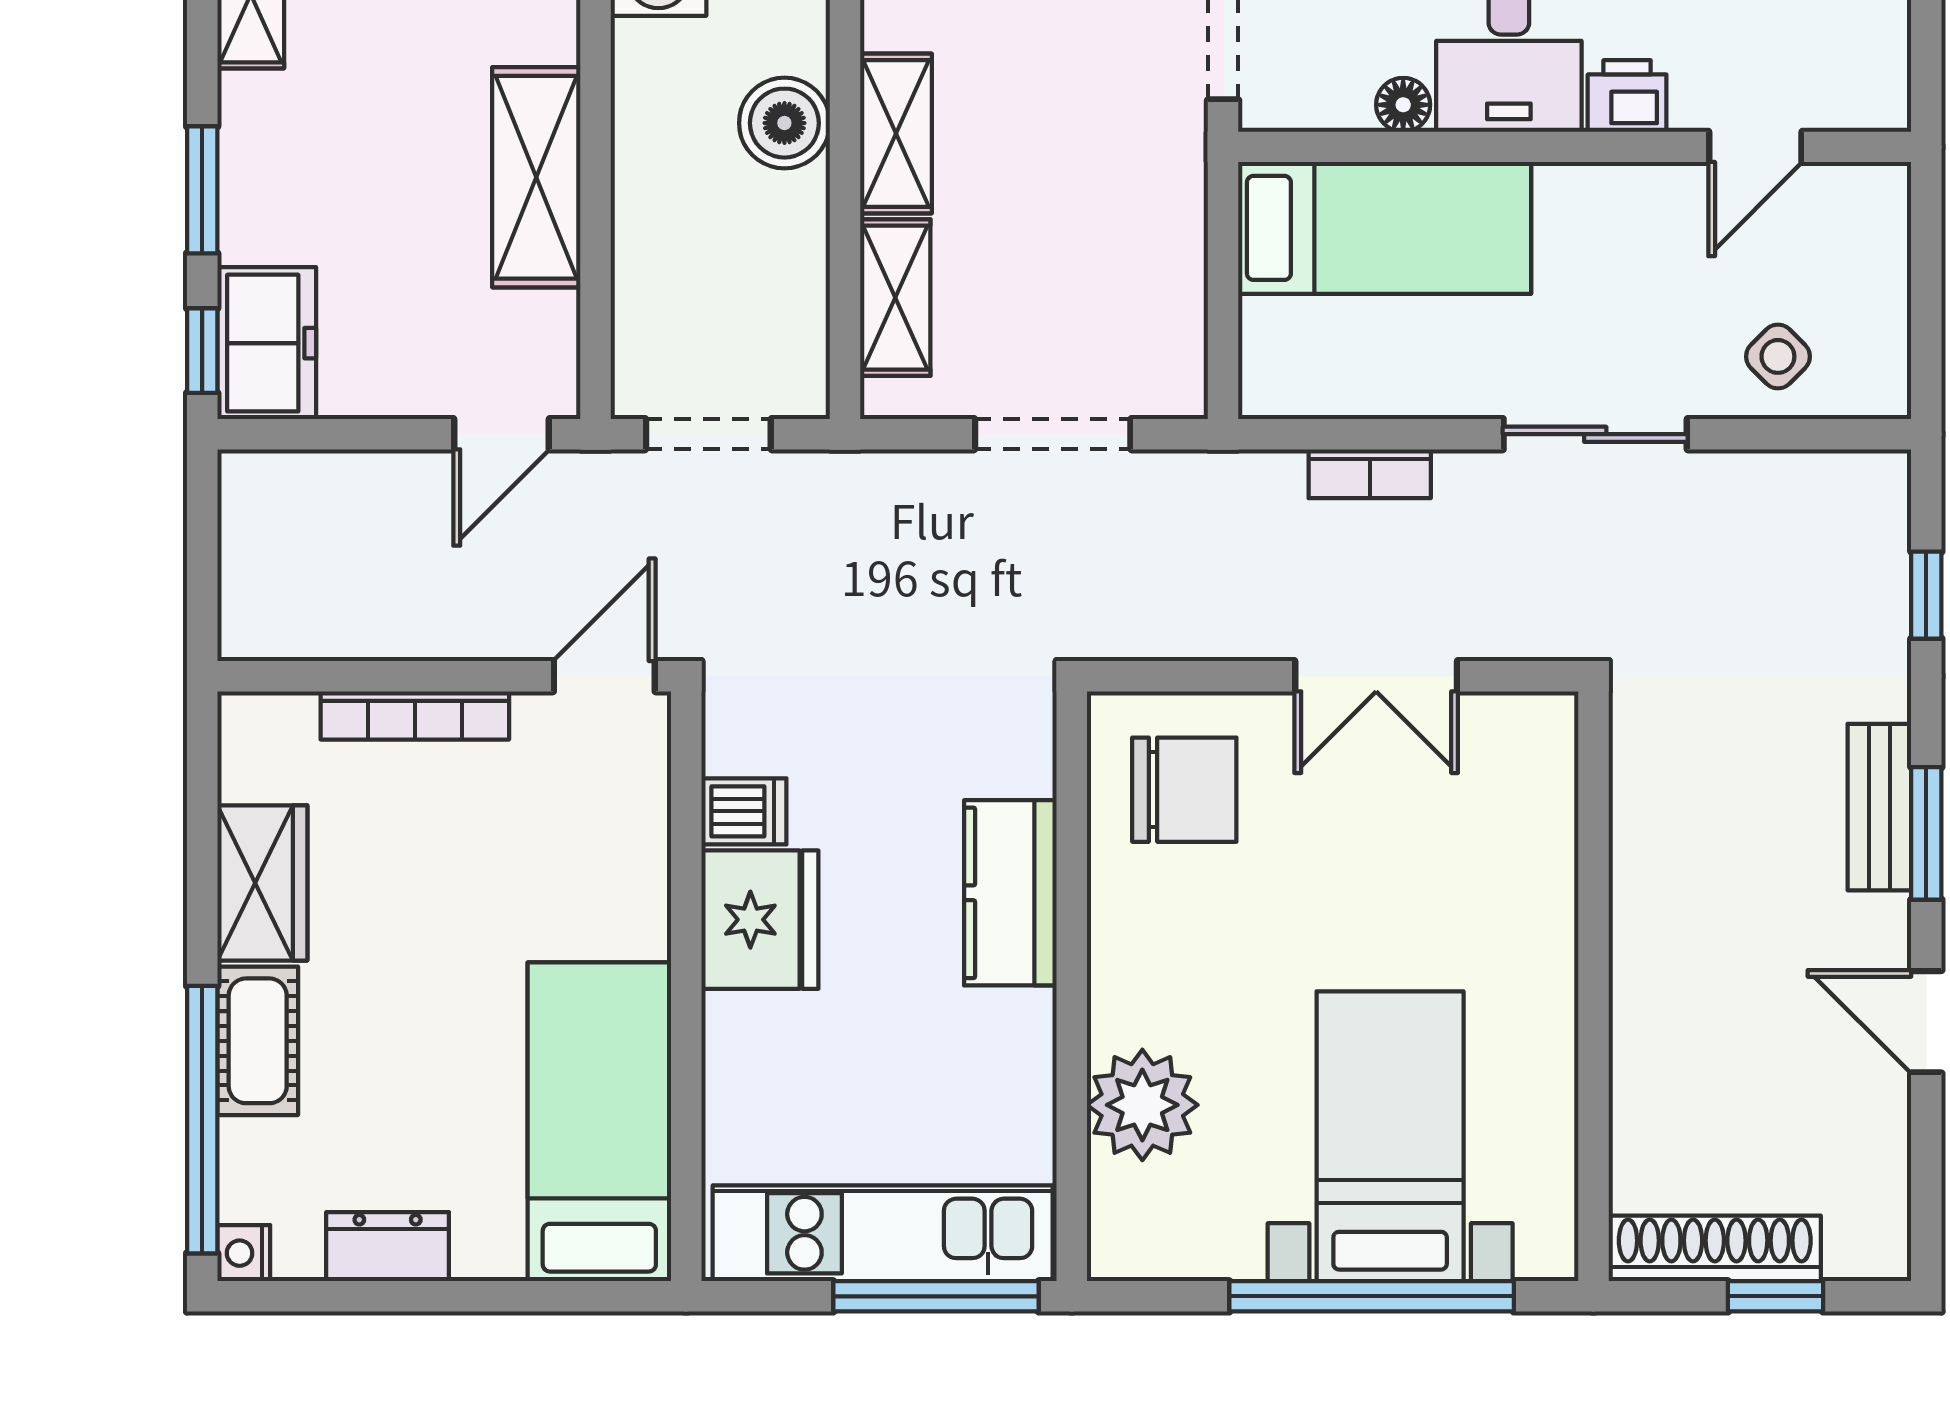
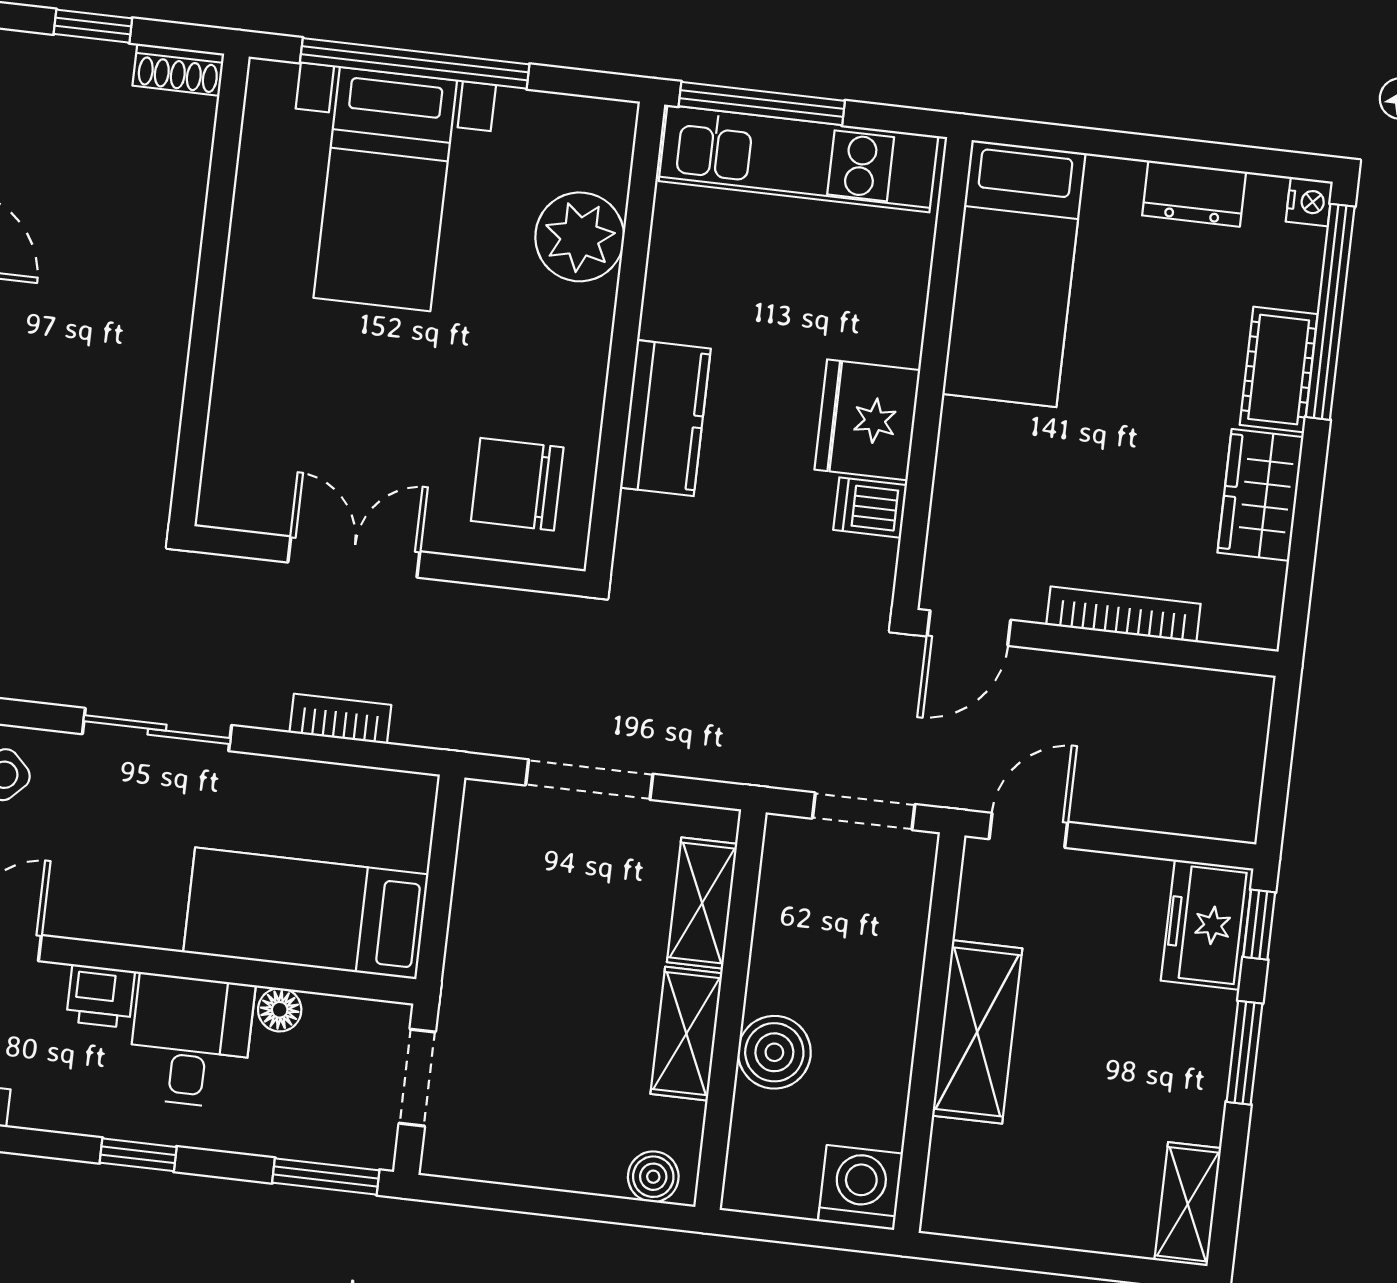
shoe rack: (1715, 1248) -> (178, 70), width x0.51, depth x0.81

